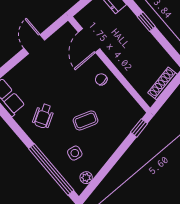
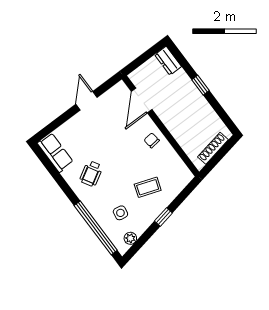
coffee table: (86, 120) -> (148, 187), moved
window: (139, 128) -> (163, 217), moved

